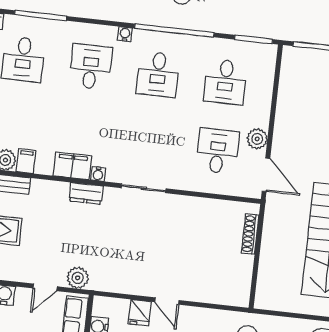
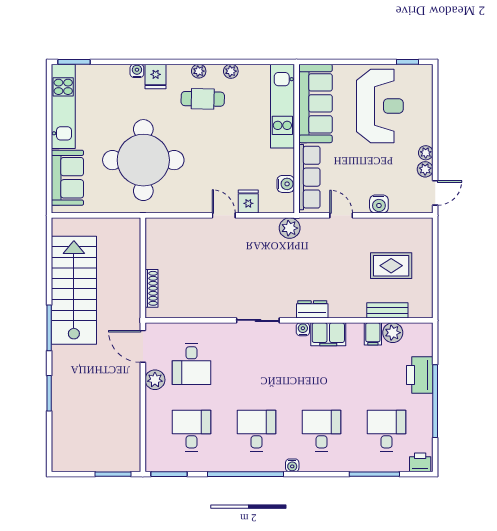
desk: (91, 67) -> (322, 431), turned 180
plant: (78, 278) -> (290, 228), moved
door: (45, 287) -> (341, 215), hinge flipped

